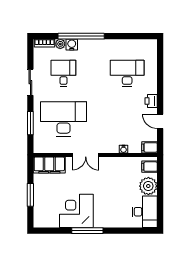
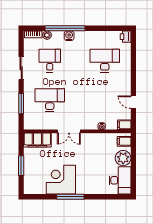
water cooler: (72, 45) -> (69, 36), moved
printer: (151, 101) -> (126, 37), moved
desk: (63, 119) -> (50, 100), width x0.73, depth x0.77

